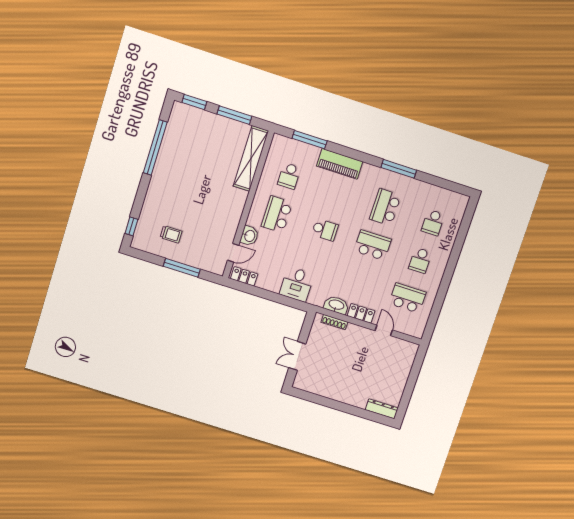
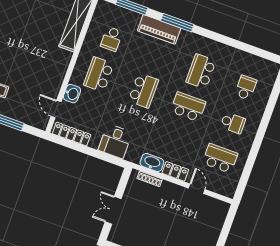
window: (399, 169) -> (177, 23), moved
school desk: (433, 223) -> (246, 88), turned 180
school desk: (325, 230) -> (143, 91), width x1.85
door: (233, 253) -> (56, 109), swing flipped
school desk: (420, 260) -> (233, 123), turned -90
locker: (244, 276) -> (72, 134), width x1.53

